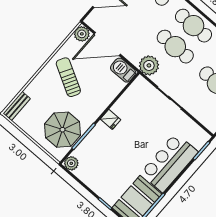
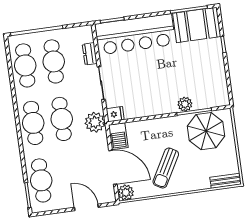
dresser: (196, 112) -> (90, 54), added
fridge: (110, 119) -> (115, 114), moved, turned 90
plant: (71, 163) -> (185, 104), moved
bar counter: (169, 163) -> (135, 34), width x1.36

